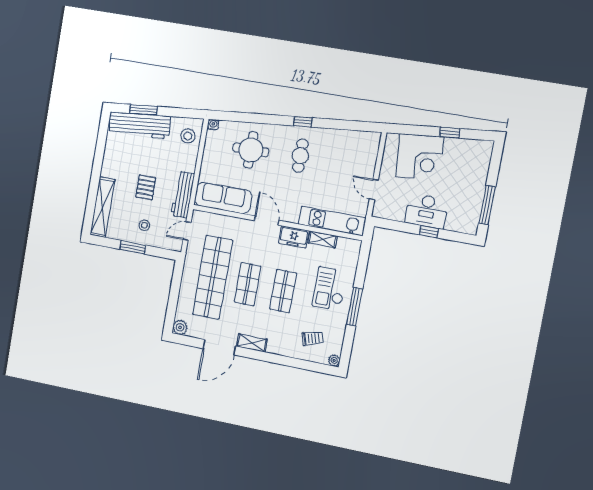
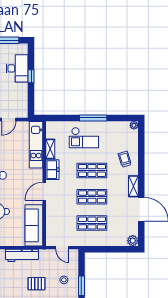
workbench: (183, 195) -> (22, 255), moved
desk: (427, 211) -> (17, 68), moved
shop shelf: (213, 277) -> (92, 223), width x0.50, depth x0.74
trolley: (312, 338) -> (125, 159), moved

